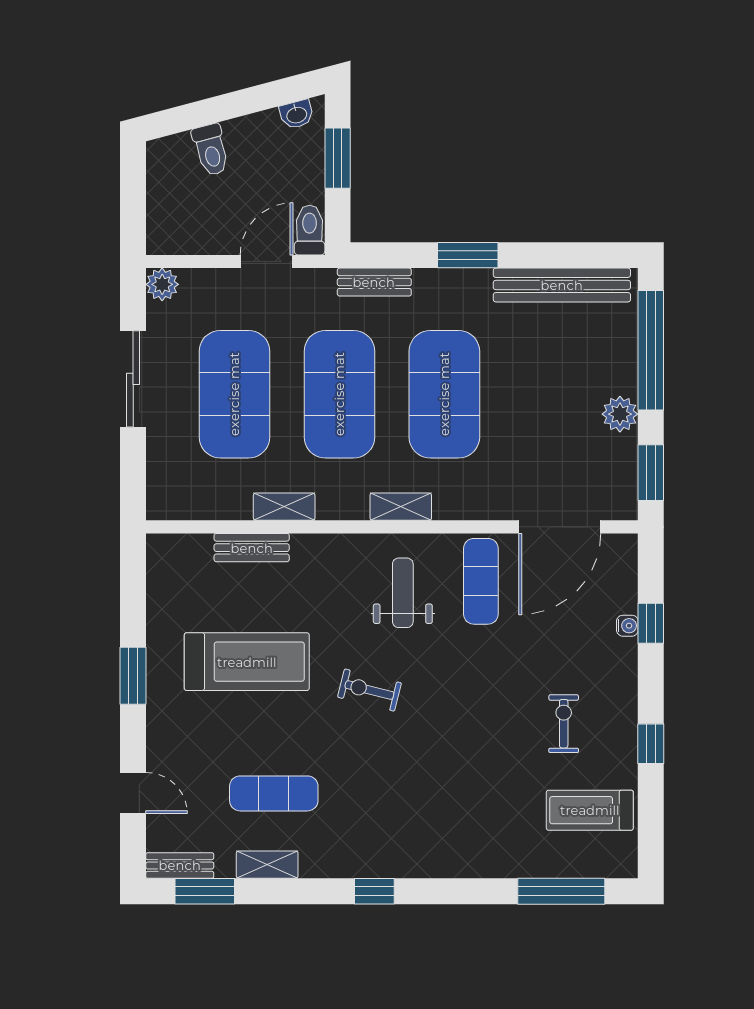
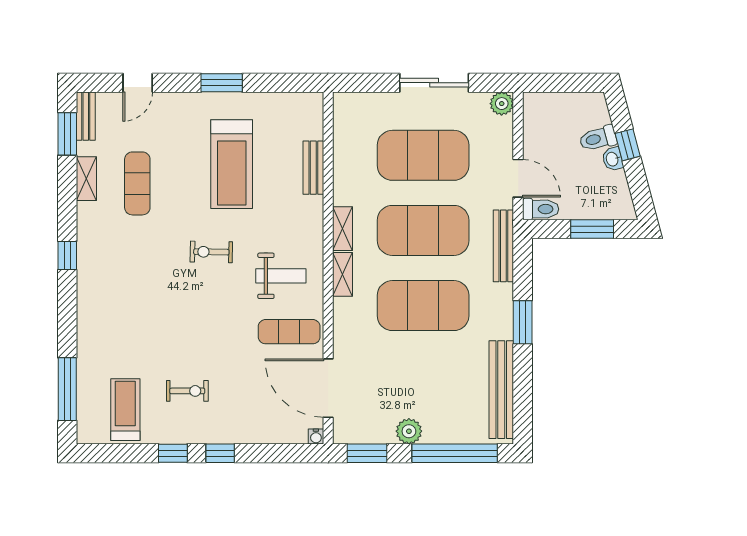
window: (220, 109) -> (628, 145), added
washbasin: (297, 114) -> (613, 159), moved
bench: (374, 282) -> (503, 246), width x1.36
shelving: (284, 507) -> (343, 229), moved
window: (651, 623) -> (220, 453), moved
water cooler: (627, 626) -> (316, 437), moved
exercise bike: (369, 690) -> (211, 252), turned -103

